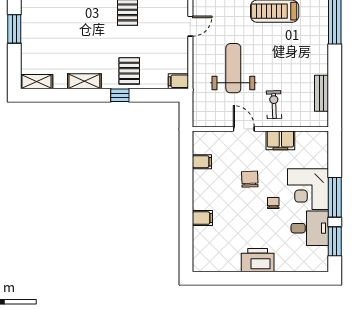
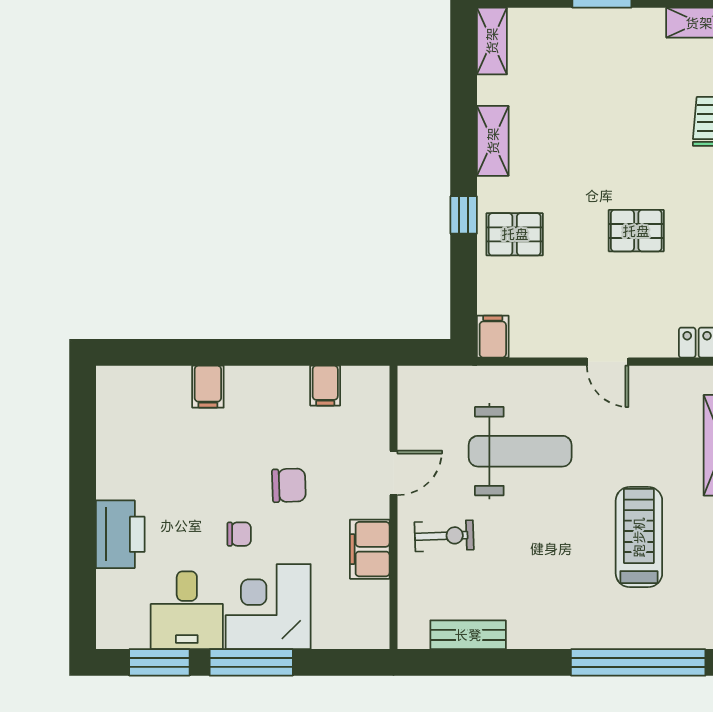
printer: (258, 260) -> (120, 534), moved

